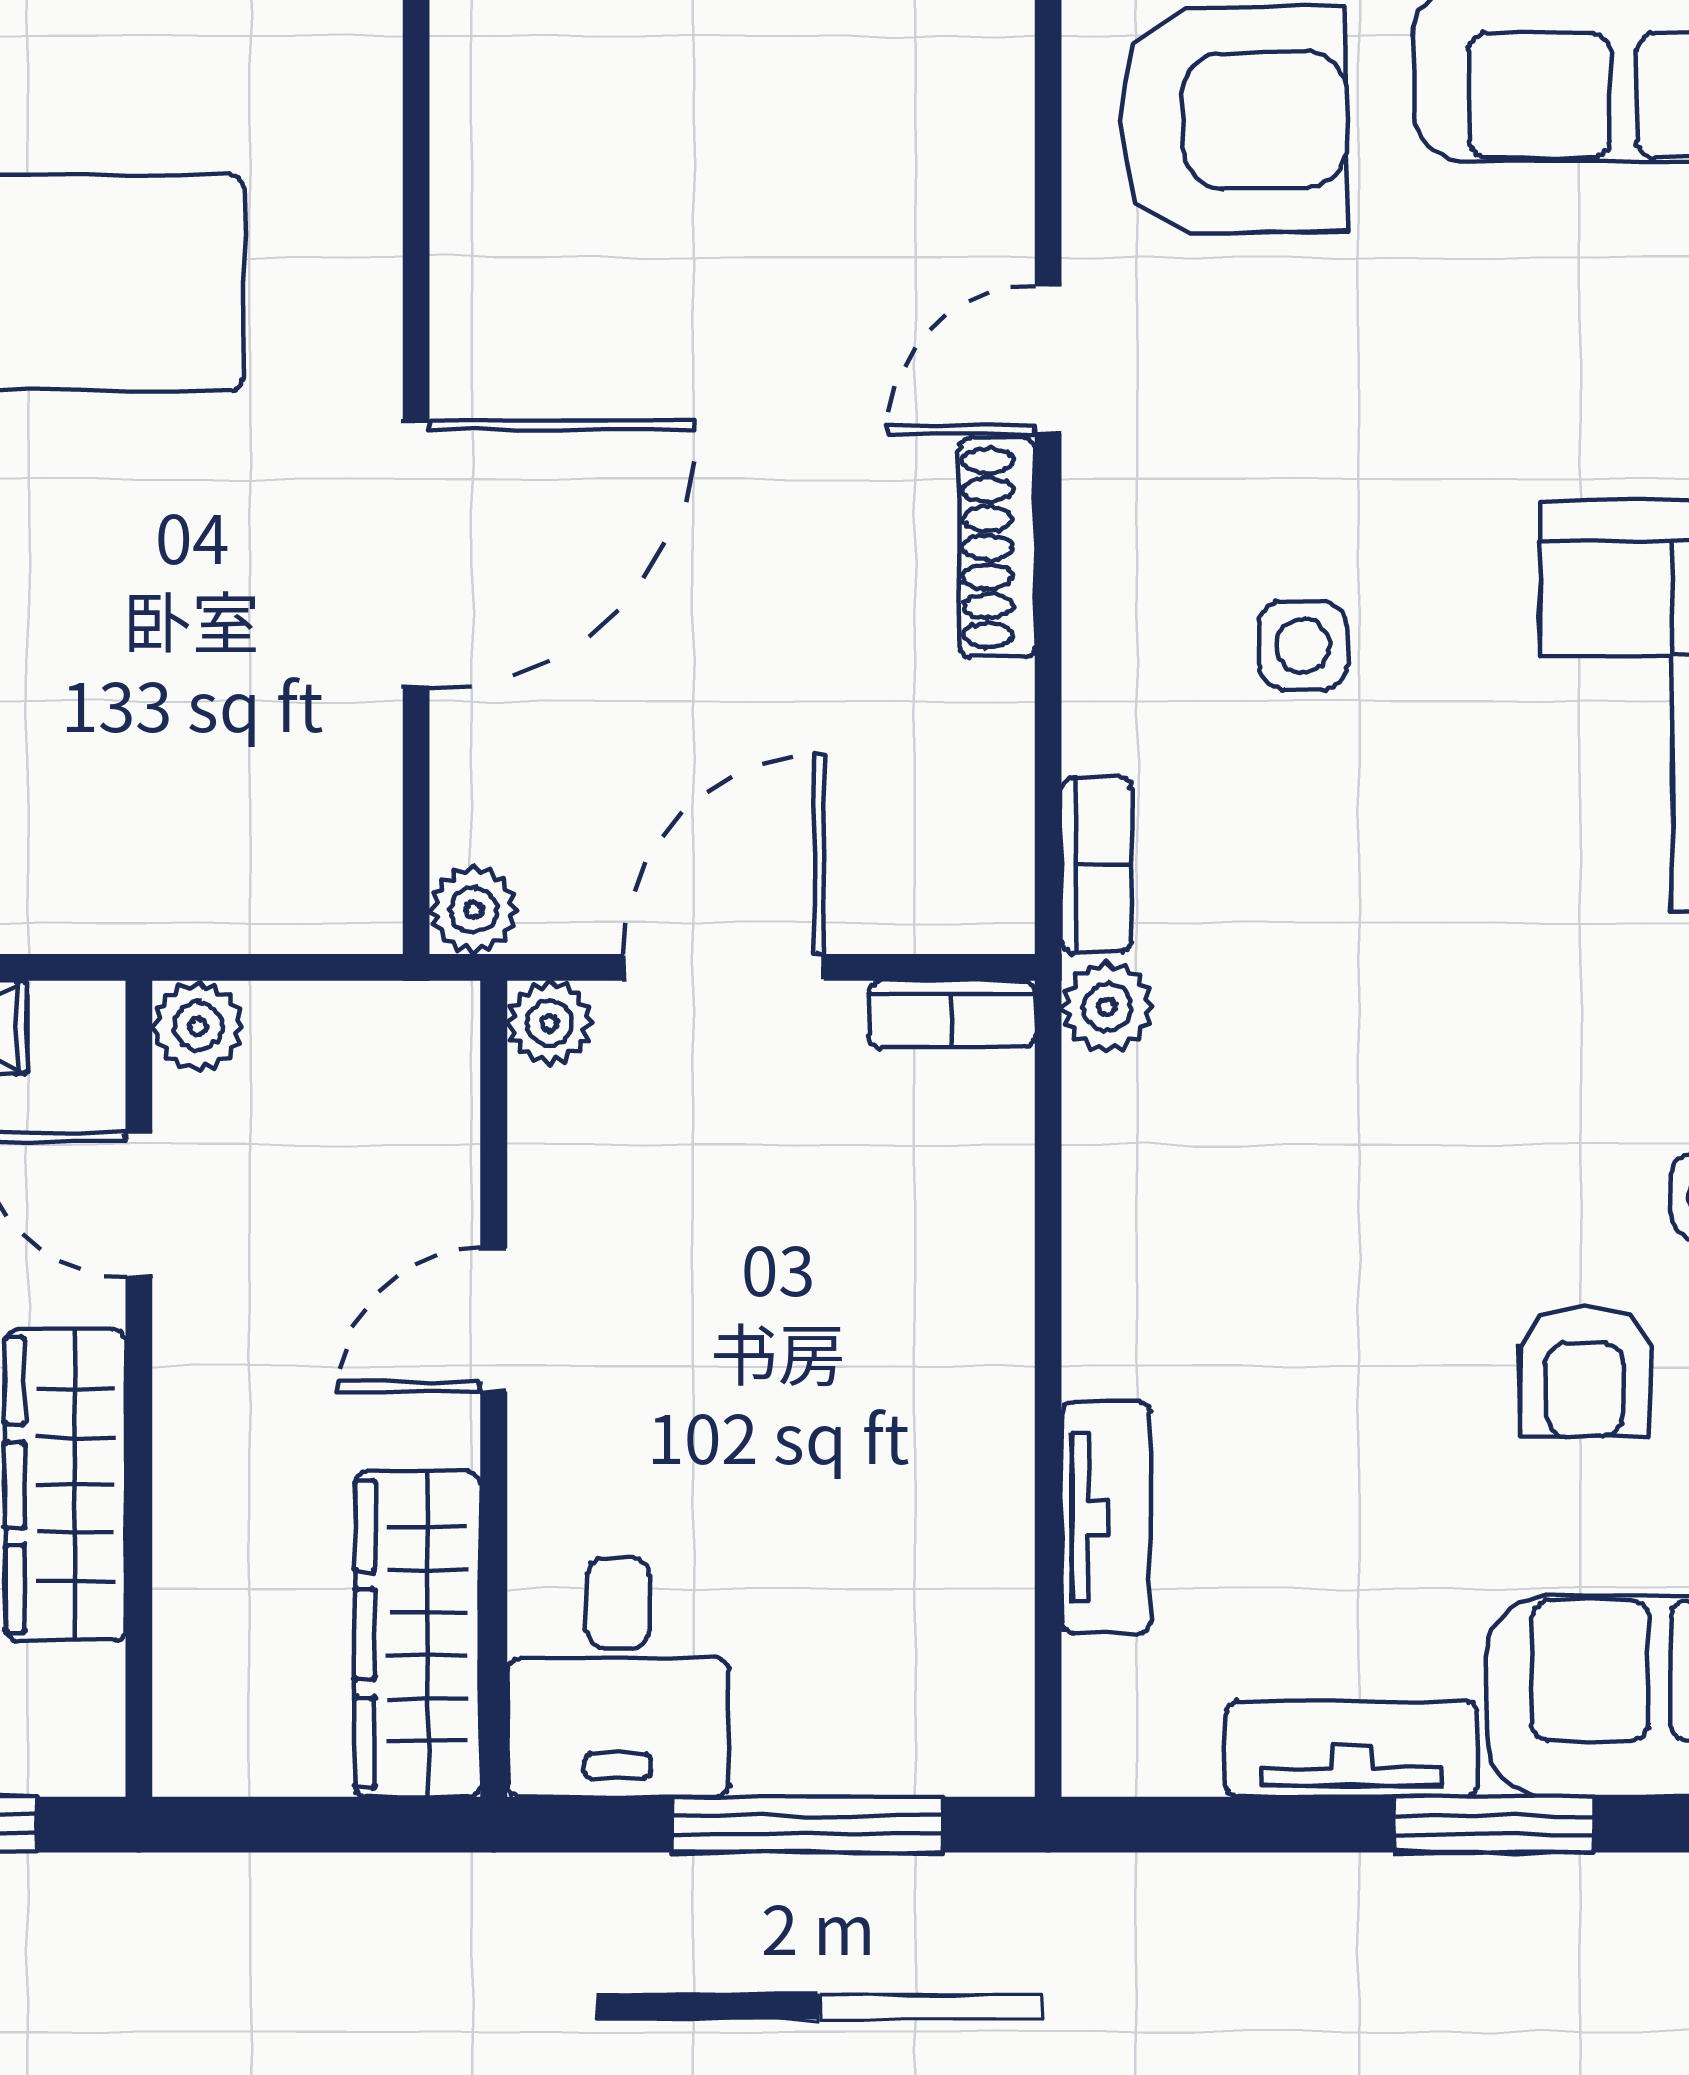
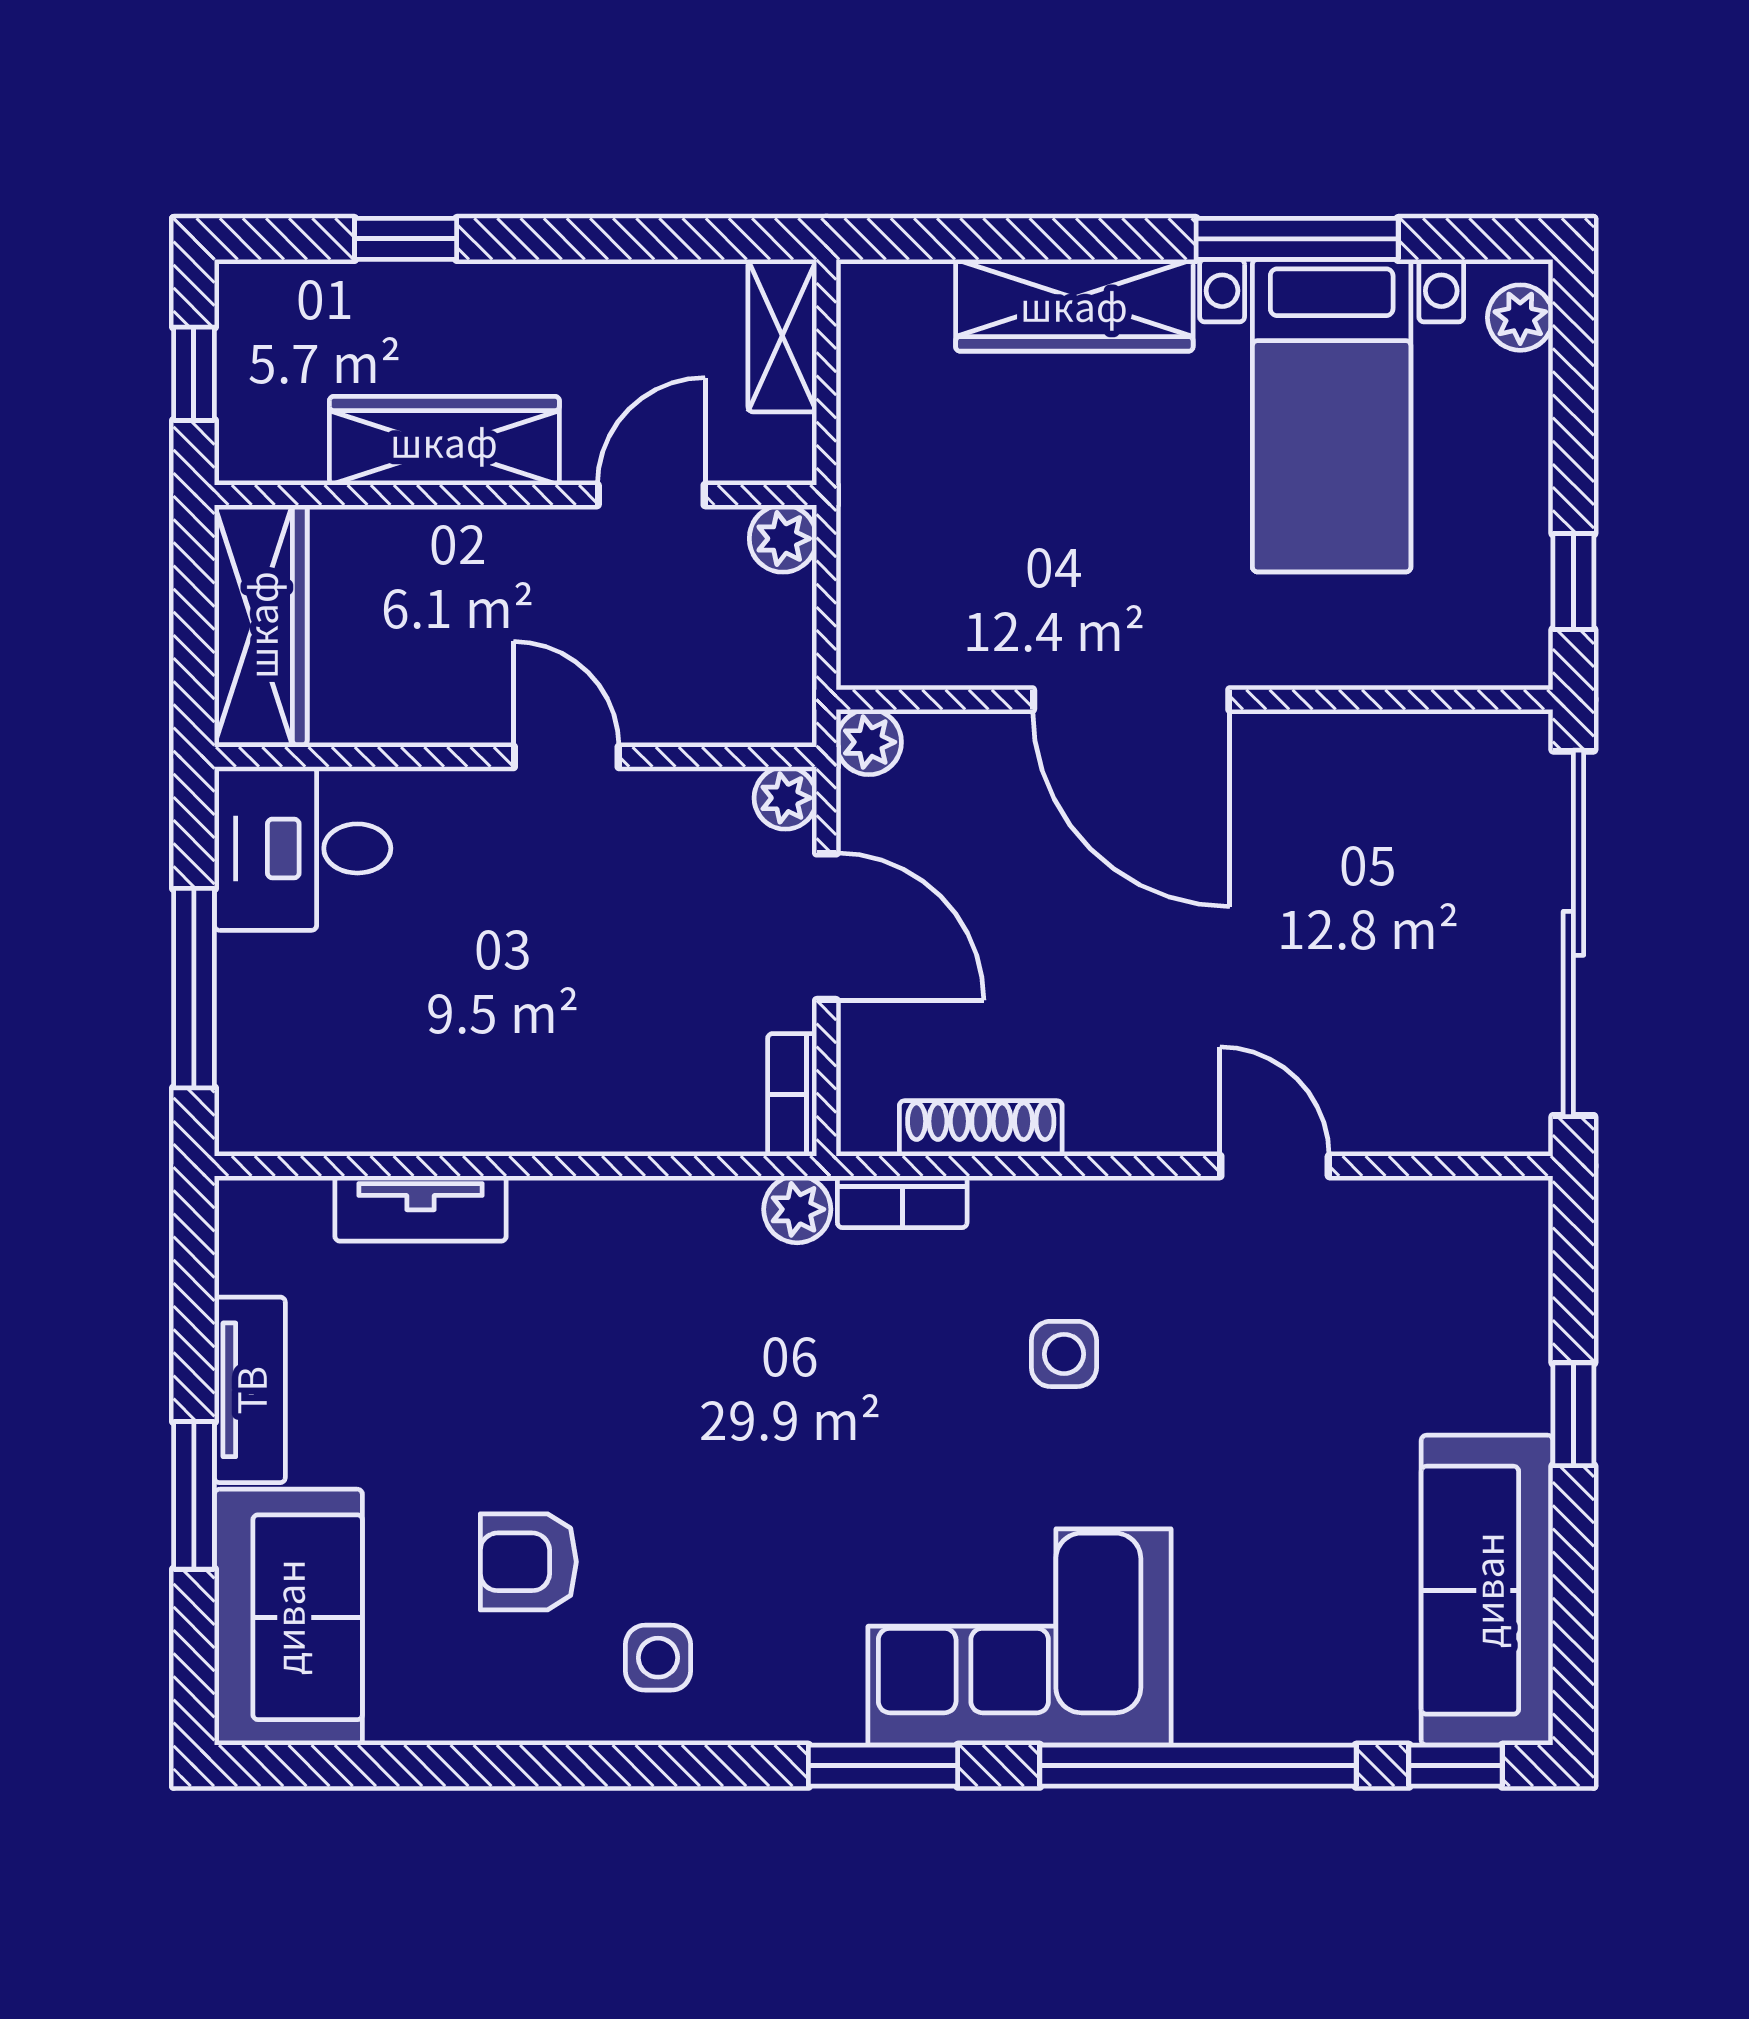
armchair: (1233, 121) -> (1451, 1302), removed
shoe rack: (997, 548) -> (981, 1128), moved
wardrobe: (418, 1634) -> (261, 625), moved, turned 90

